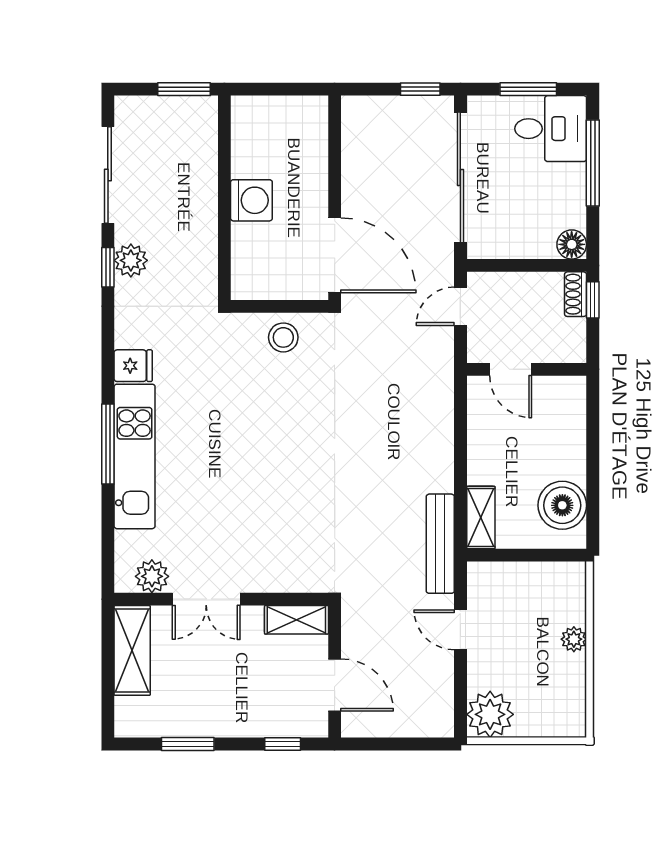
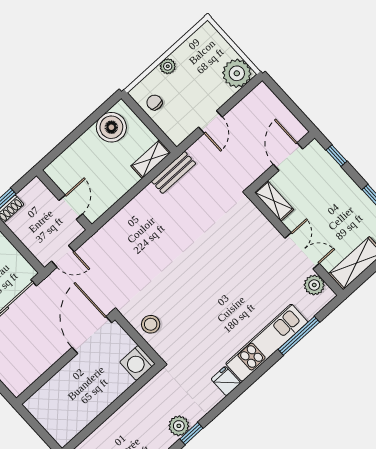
washing machine: (251, 200) -> (137, 363), moved, turned -90
window: (108, 444) -> (299, 336), moved
bench: (440, 544) -> (174, 172), width x0.73
chair: (545, 584) -> (154, 102), added

